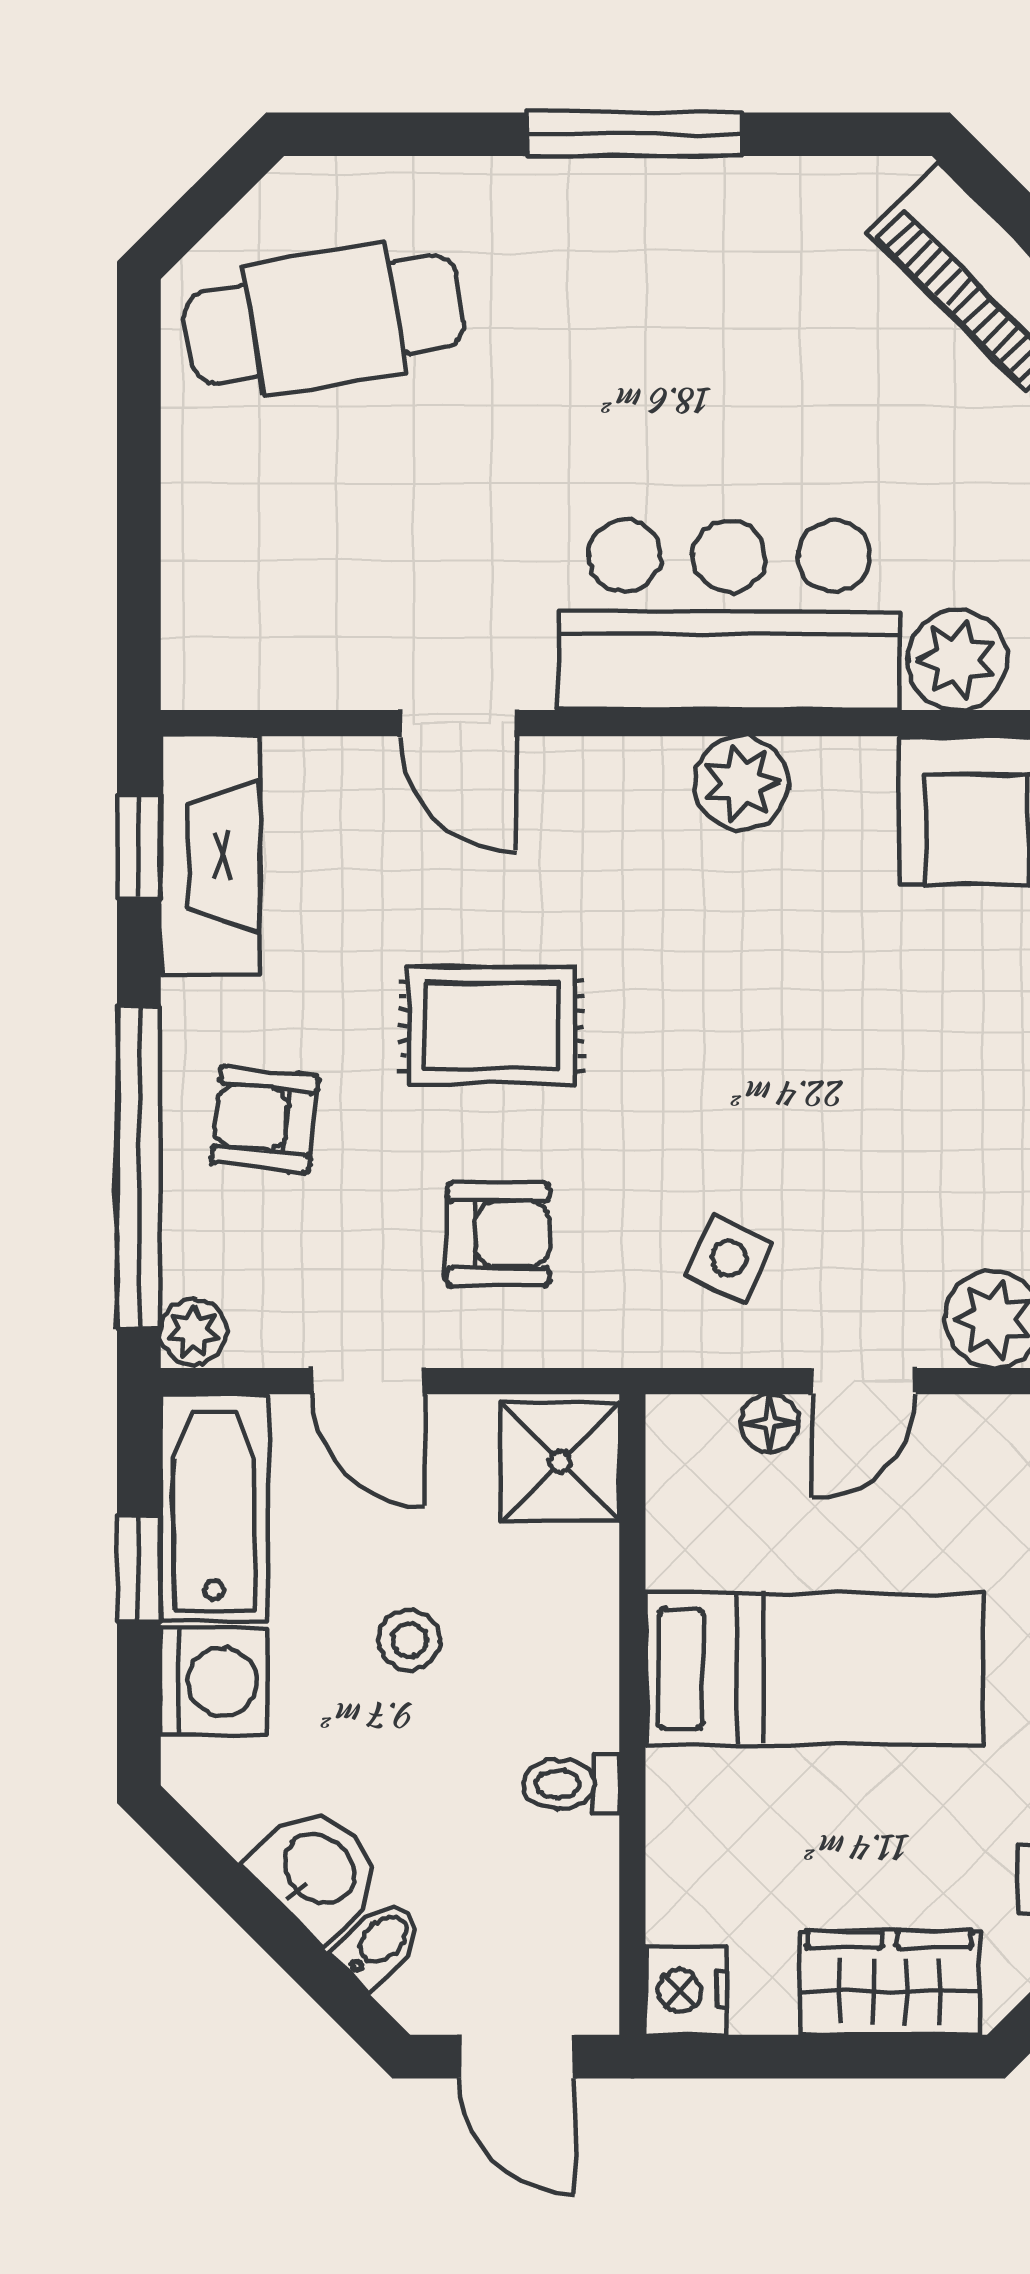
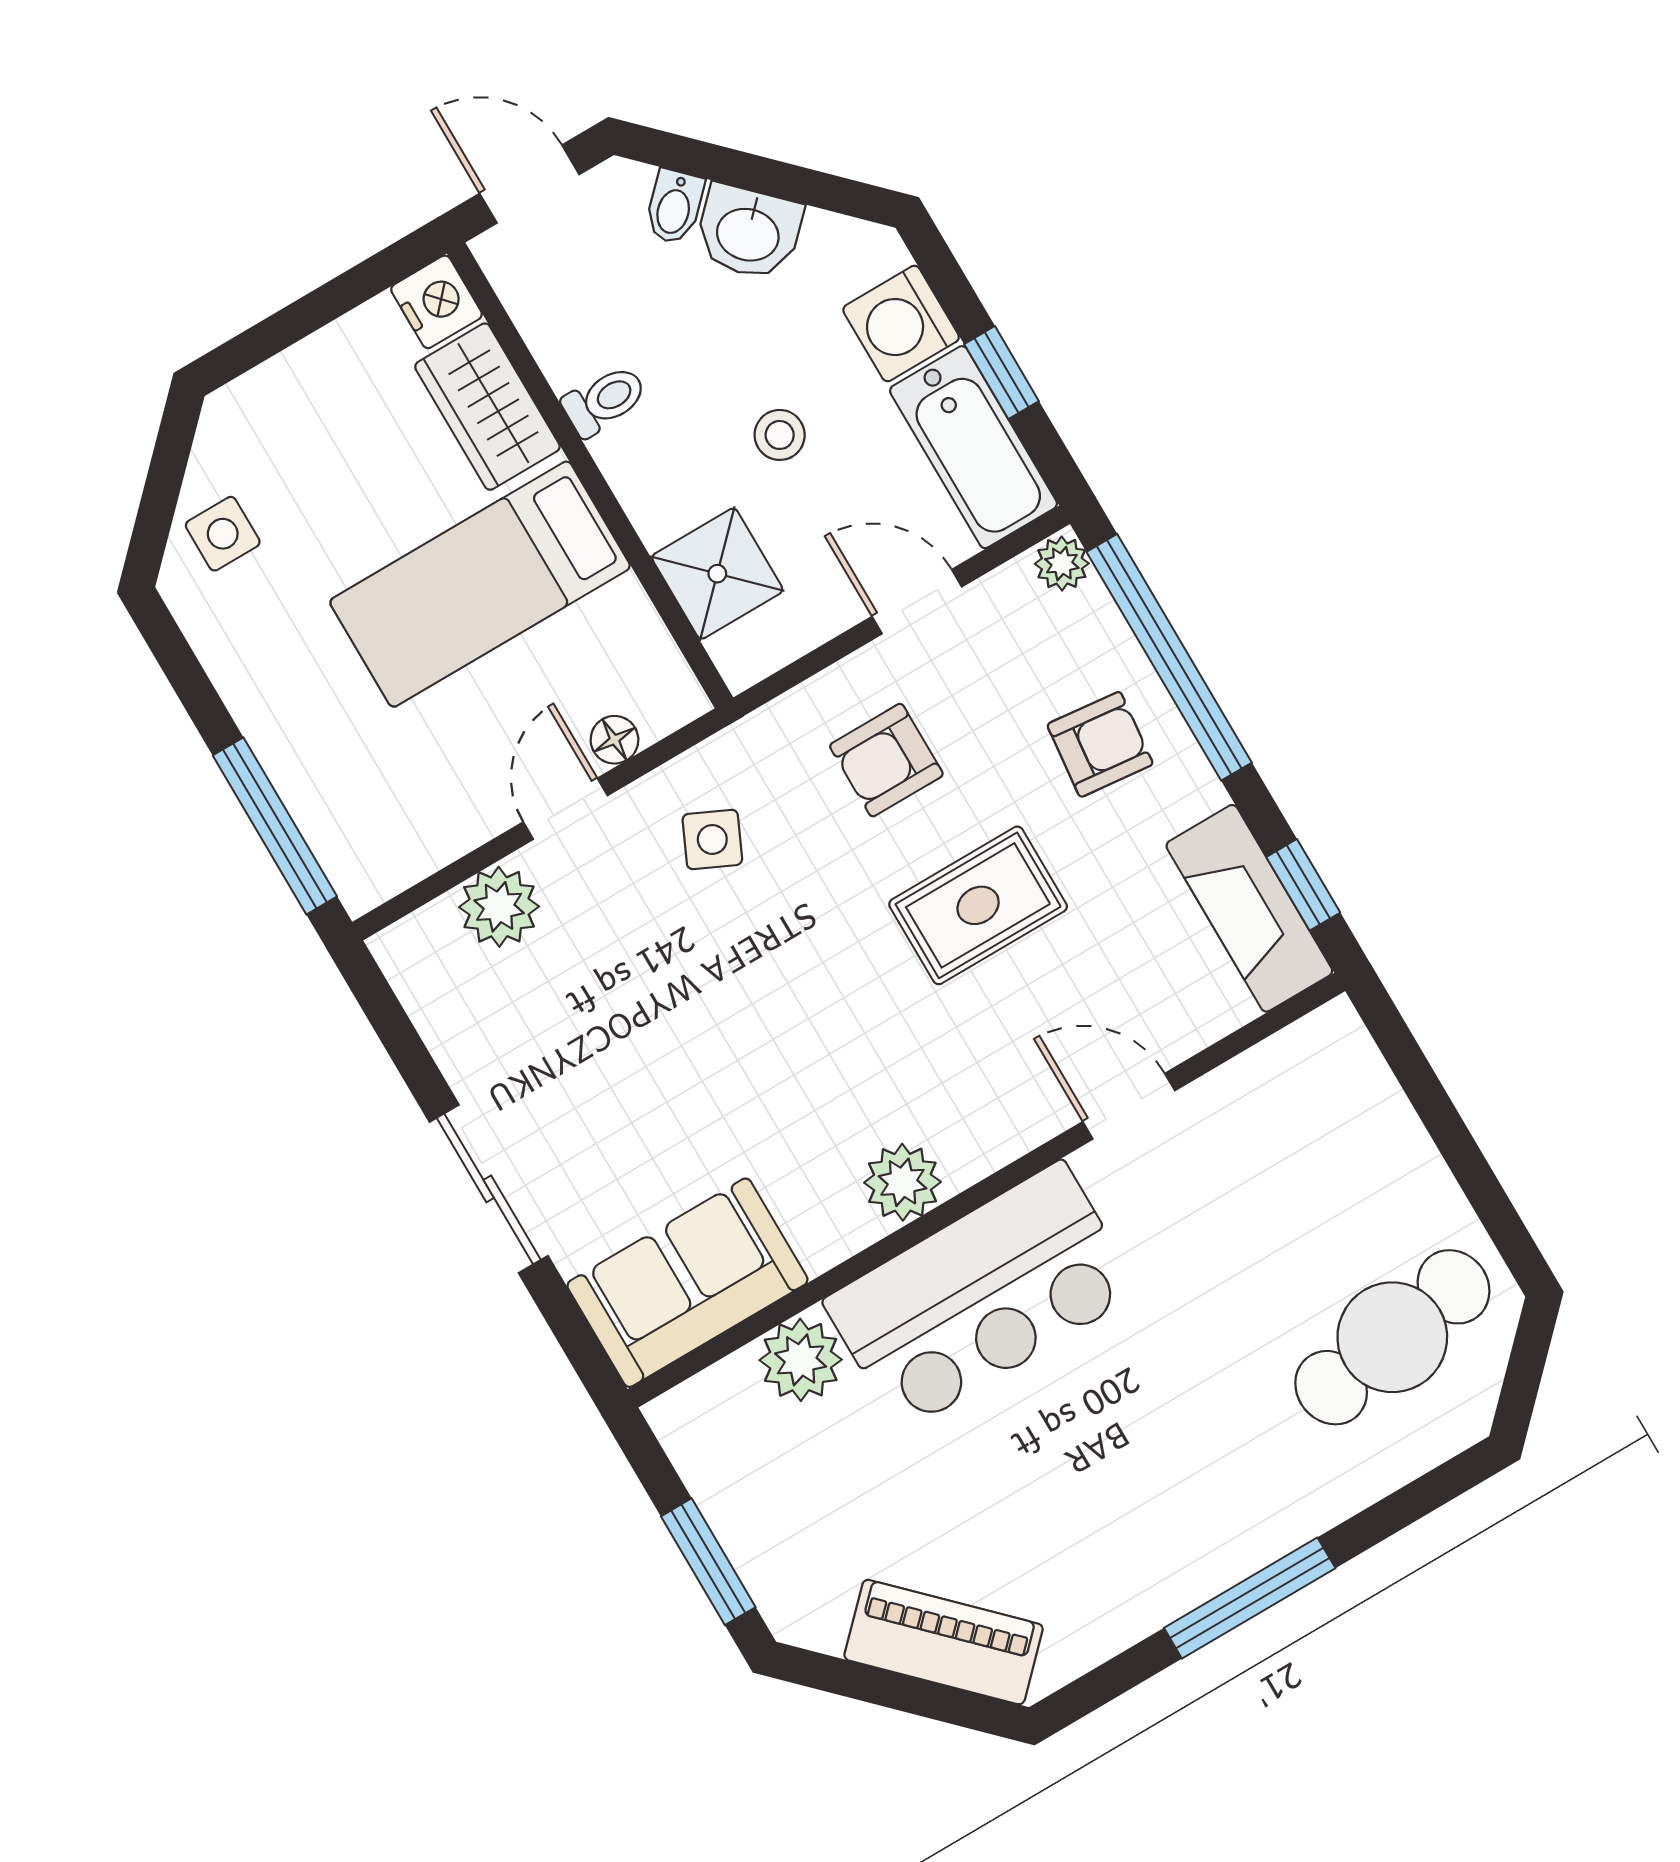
shower: (560, 1462) -> (717, 574), moved
wardrobe: (890, 1983) -> (487, 407), moved, turned 90

